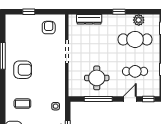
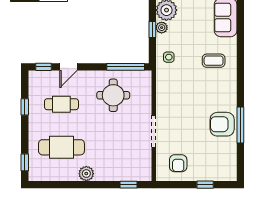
window: (119, 12) -> (128, 185), moved
dresser: (89, 19) -> (123, 174), removed
plant: (139, 20) -> (86, 174), moved
armchair: (23, 70) -> (222, 124), moved
window: (98, 99) -> (126, 67), moved

